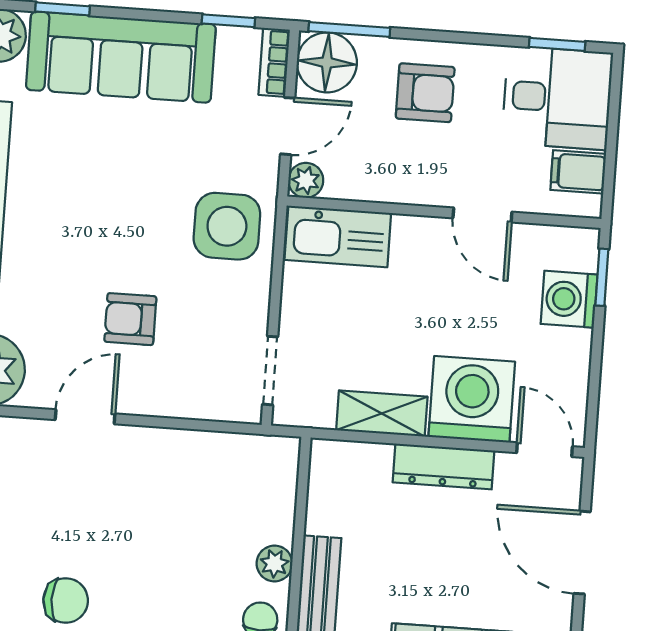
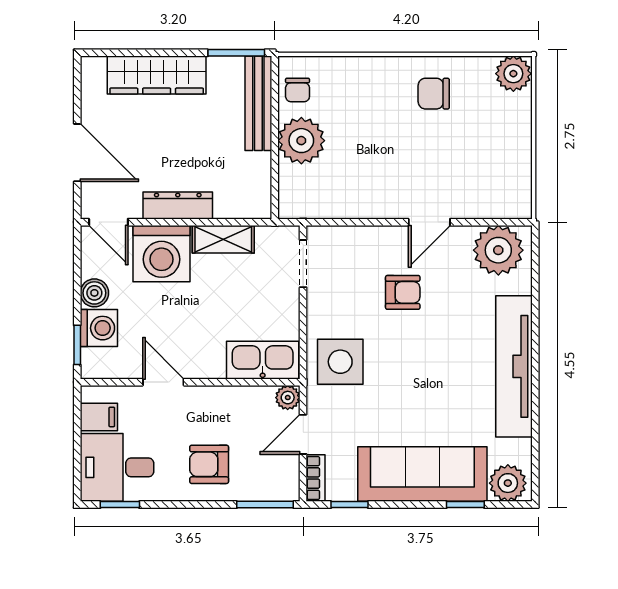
floor lamp: (327, 62) -> (279, 480), removed
boiler: (572, 350) -> (94, 293), added
plant: (275, 564) -> (301, 141), width x1.87, depth x1.87

